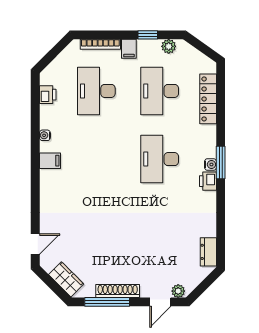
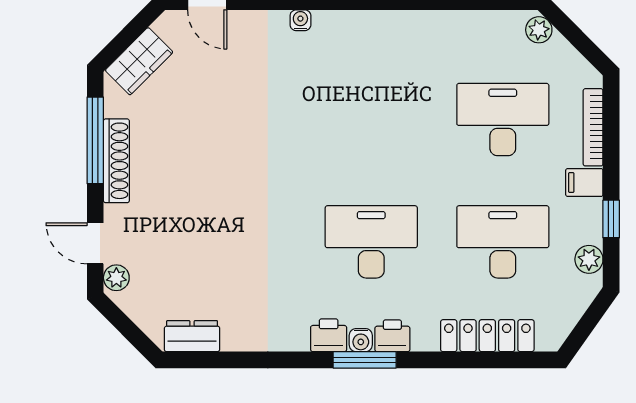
plant: (50, 72) -> (539, 30), added
printer: (48, 95) -> (392, 336), moved, turned 180
water cooler: (45, 135) -> (300, 20), moved
filing cabinet: (50, 161) -> (368, 30), removed

